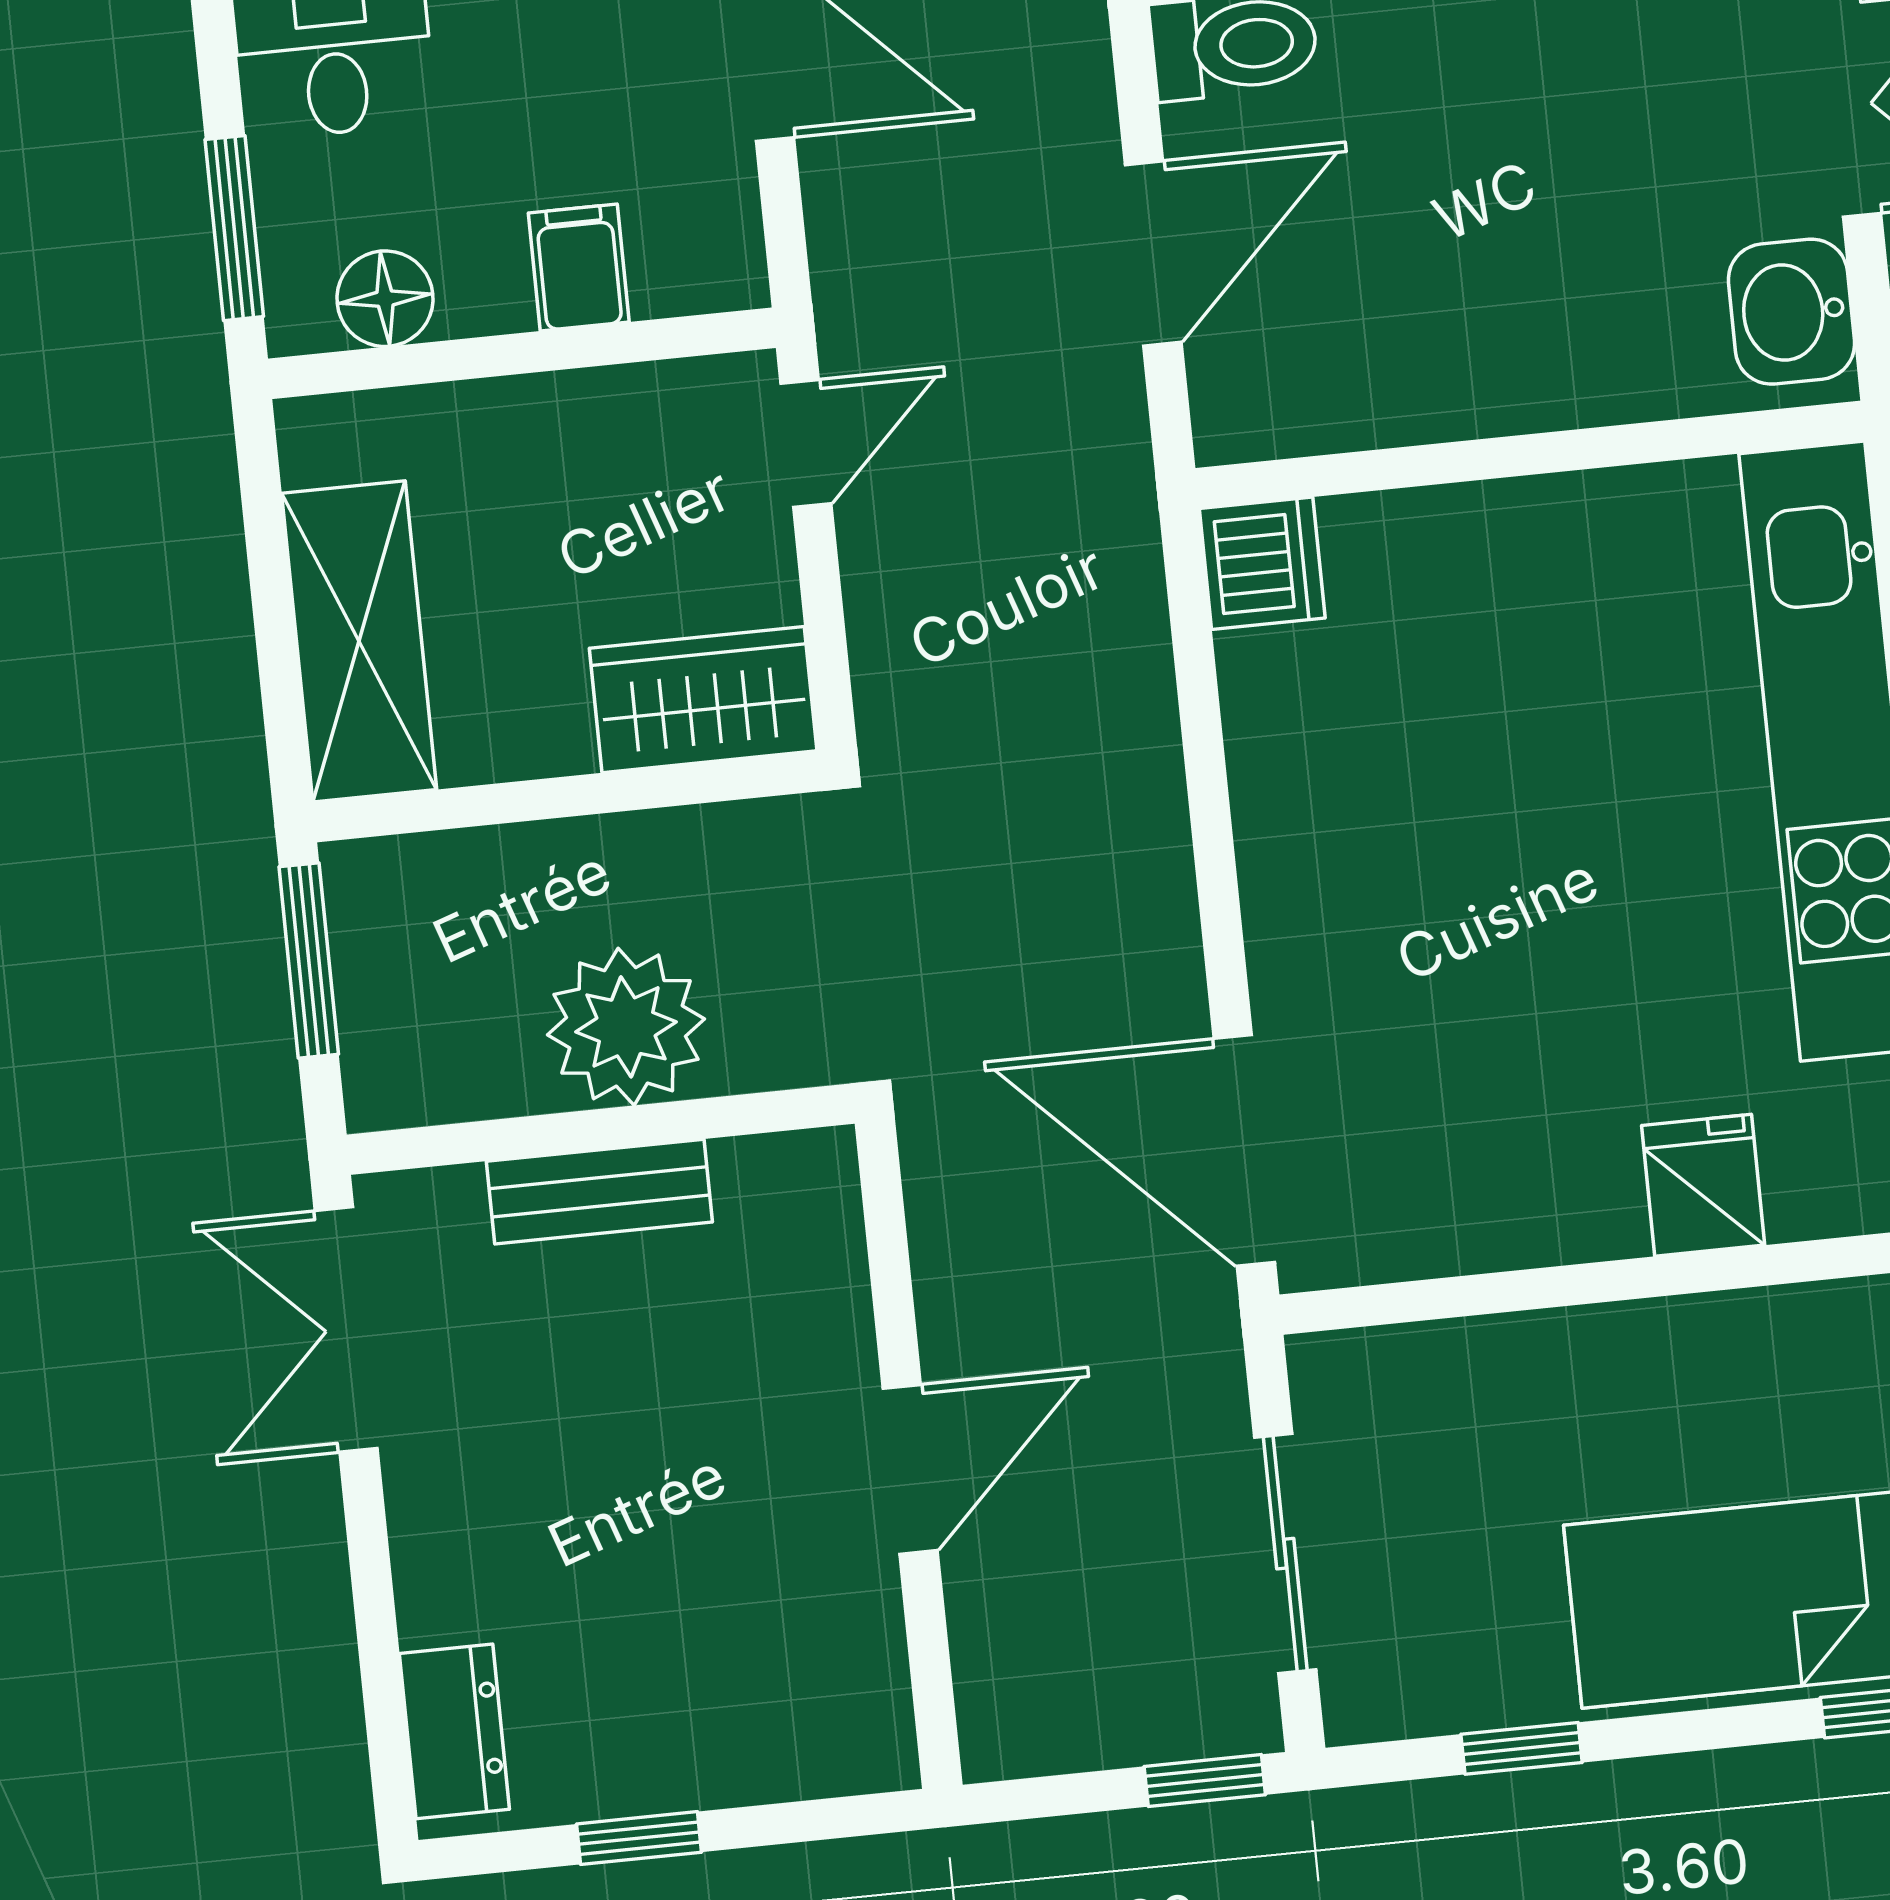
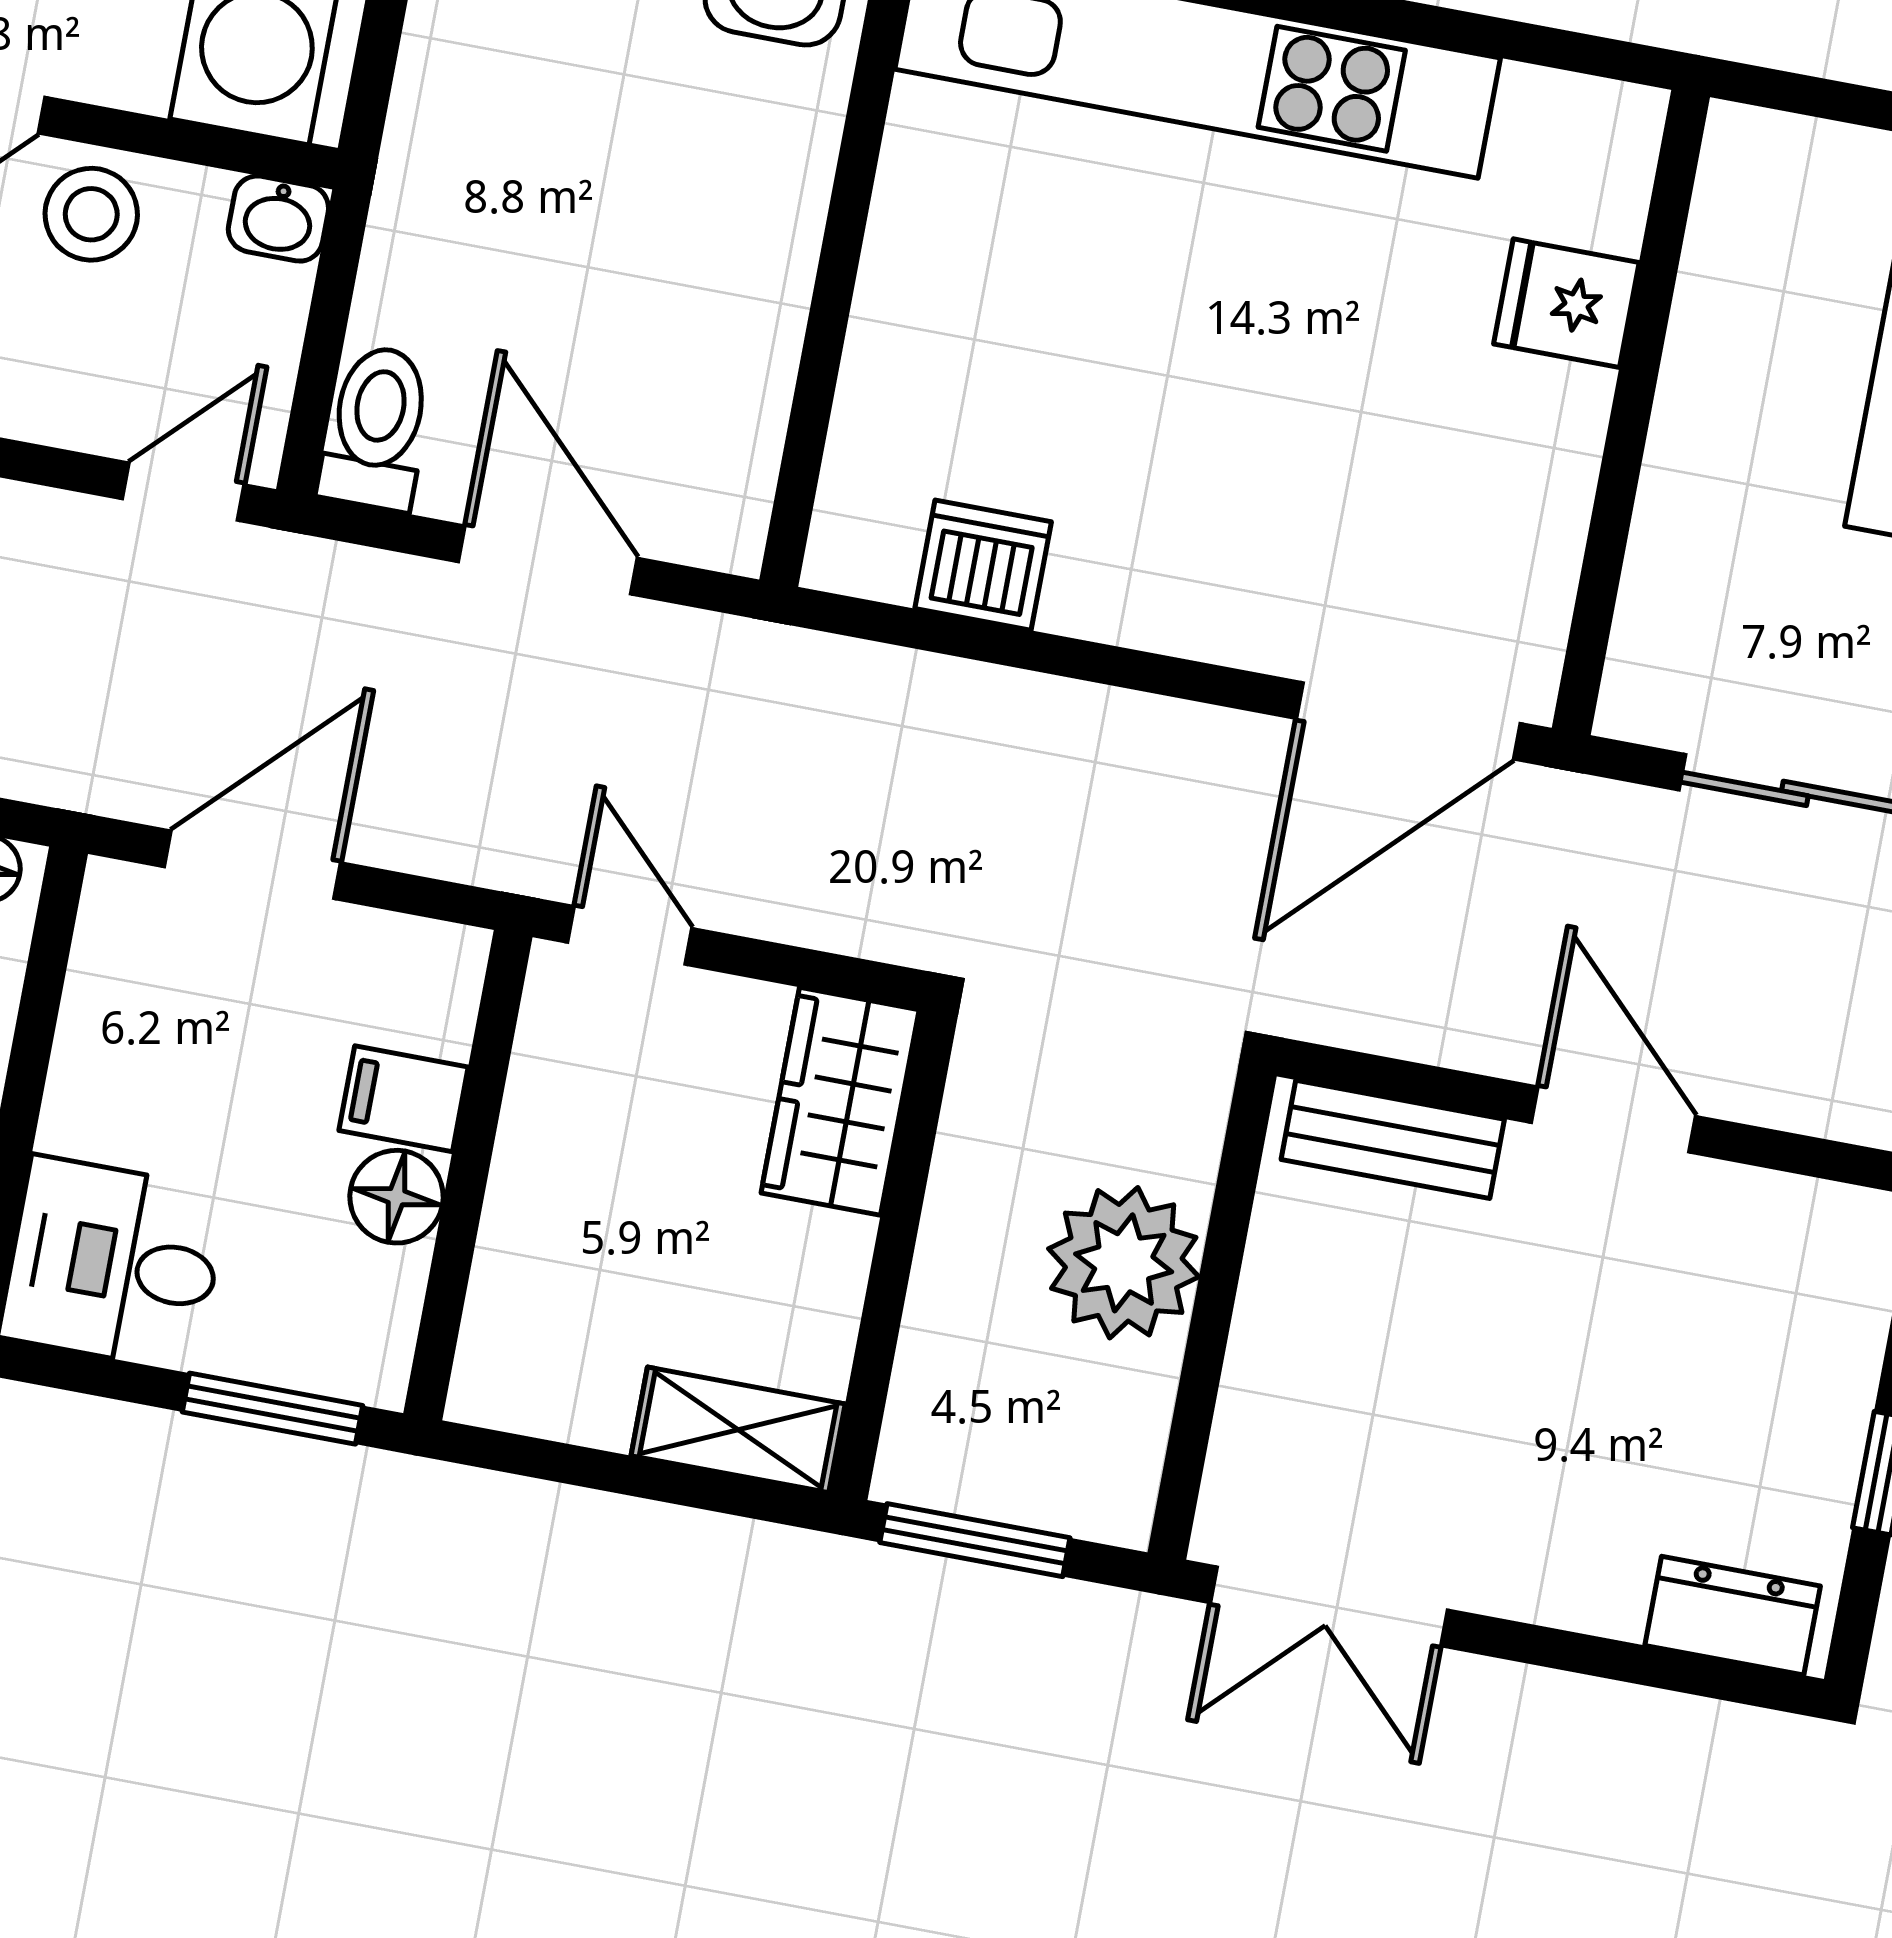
floor lamp: (385, 299) -> (397, 1197), moved
dishwasher: (1262, 563) -> (983, 565), moved
shelving: (359, 641) -> (738, 1430), width x0.67, depth x0.75
bench: (599, 1192) -> (1393, 1139), moved, turned 90

